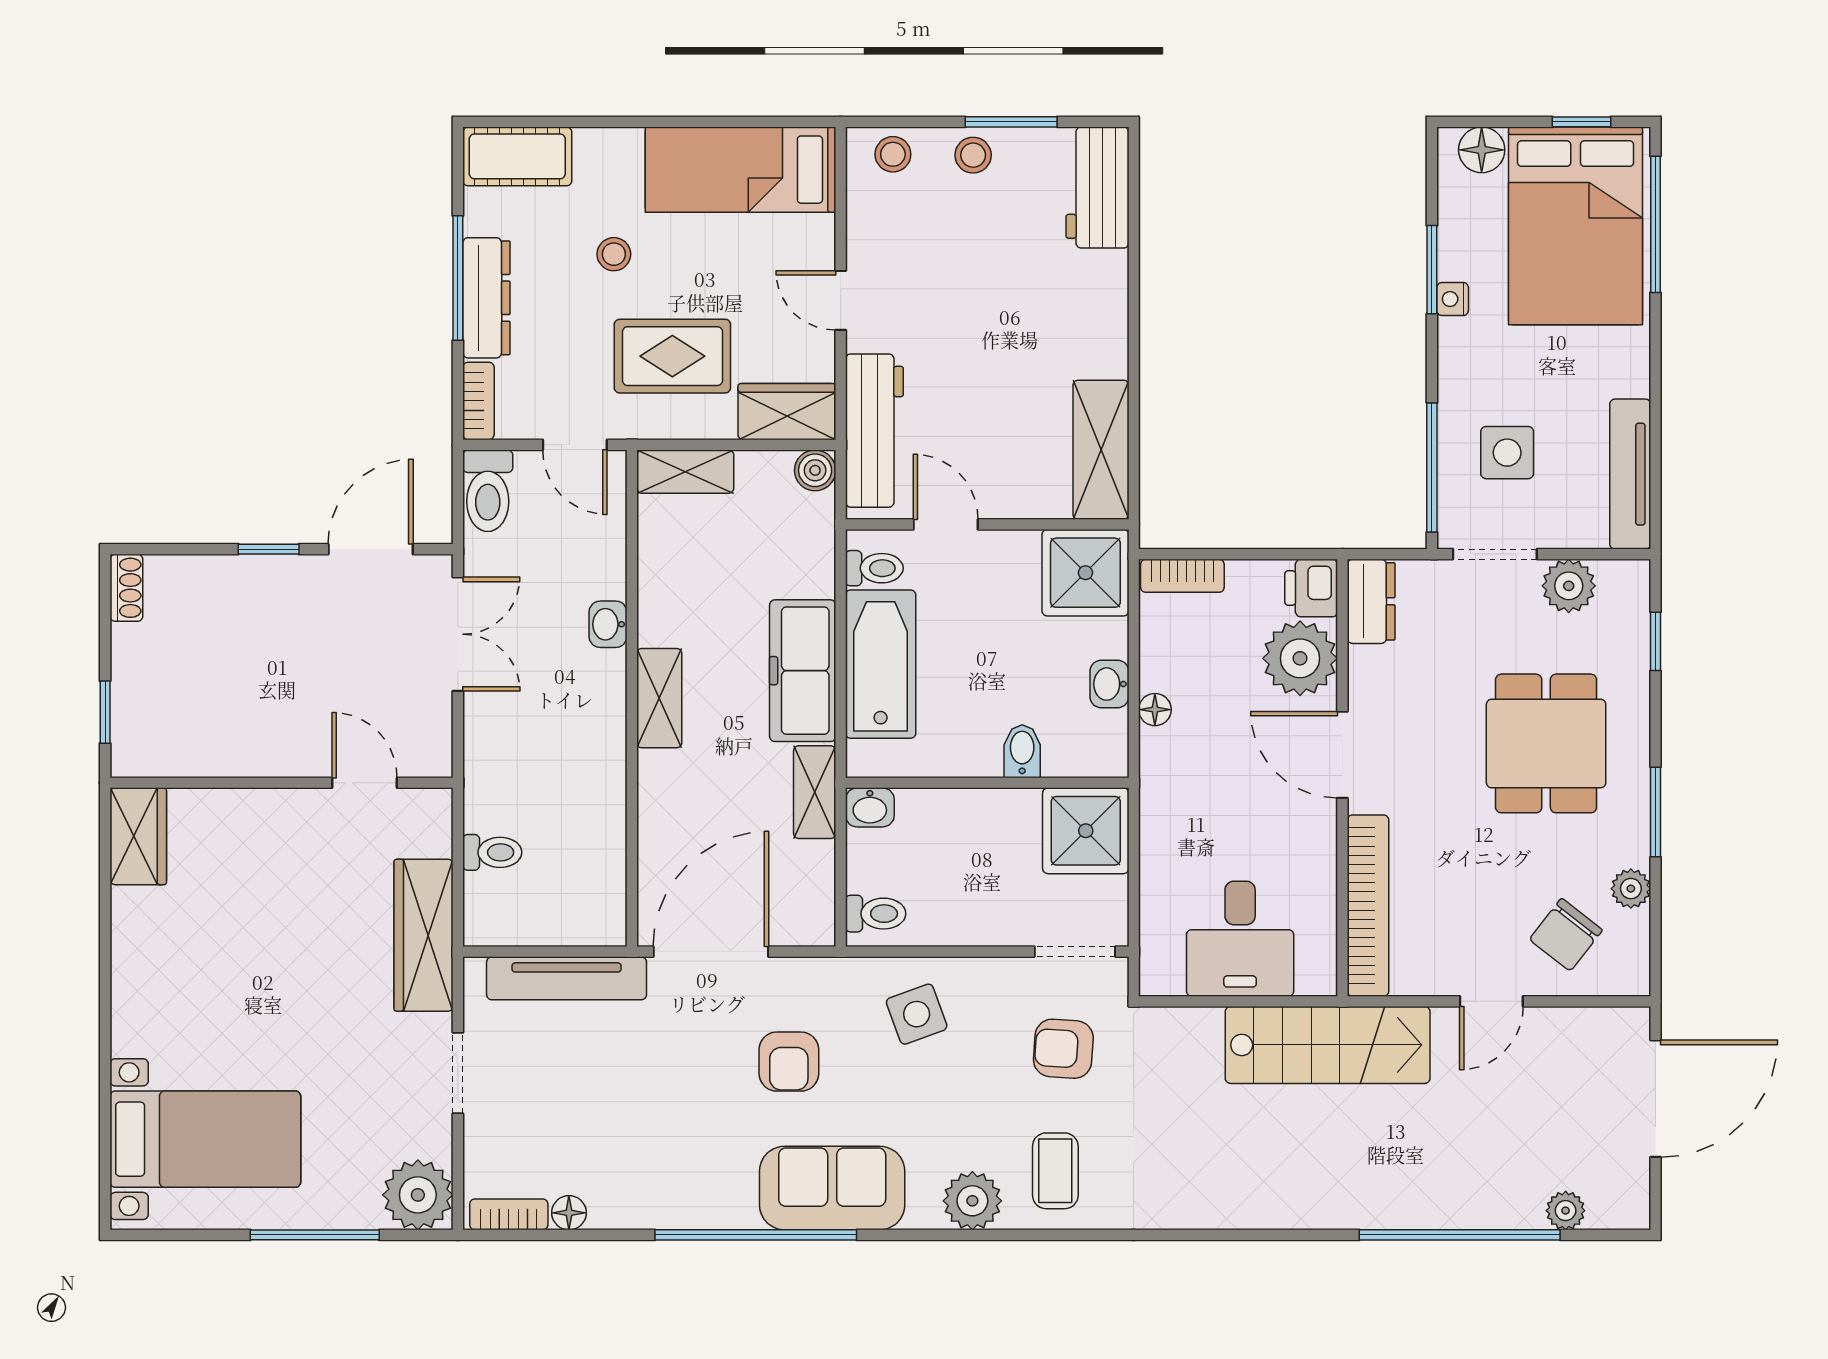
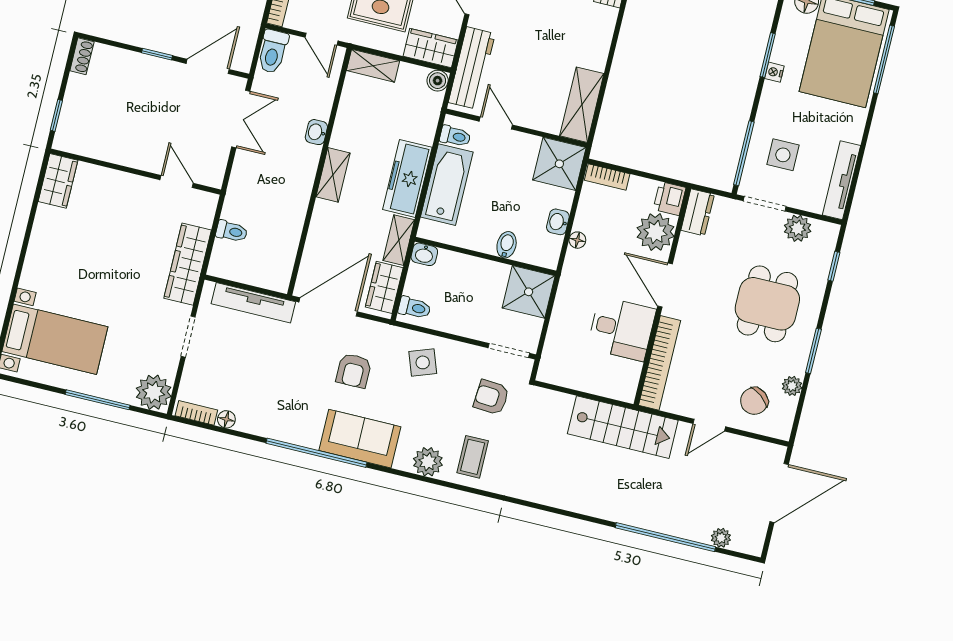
wardrobe: (809, 889) -> (384, 287), added
desk: (1240, 939) -> (622, 329), moved, turned -90

